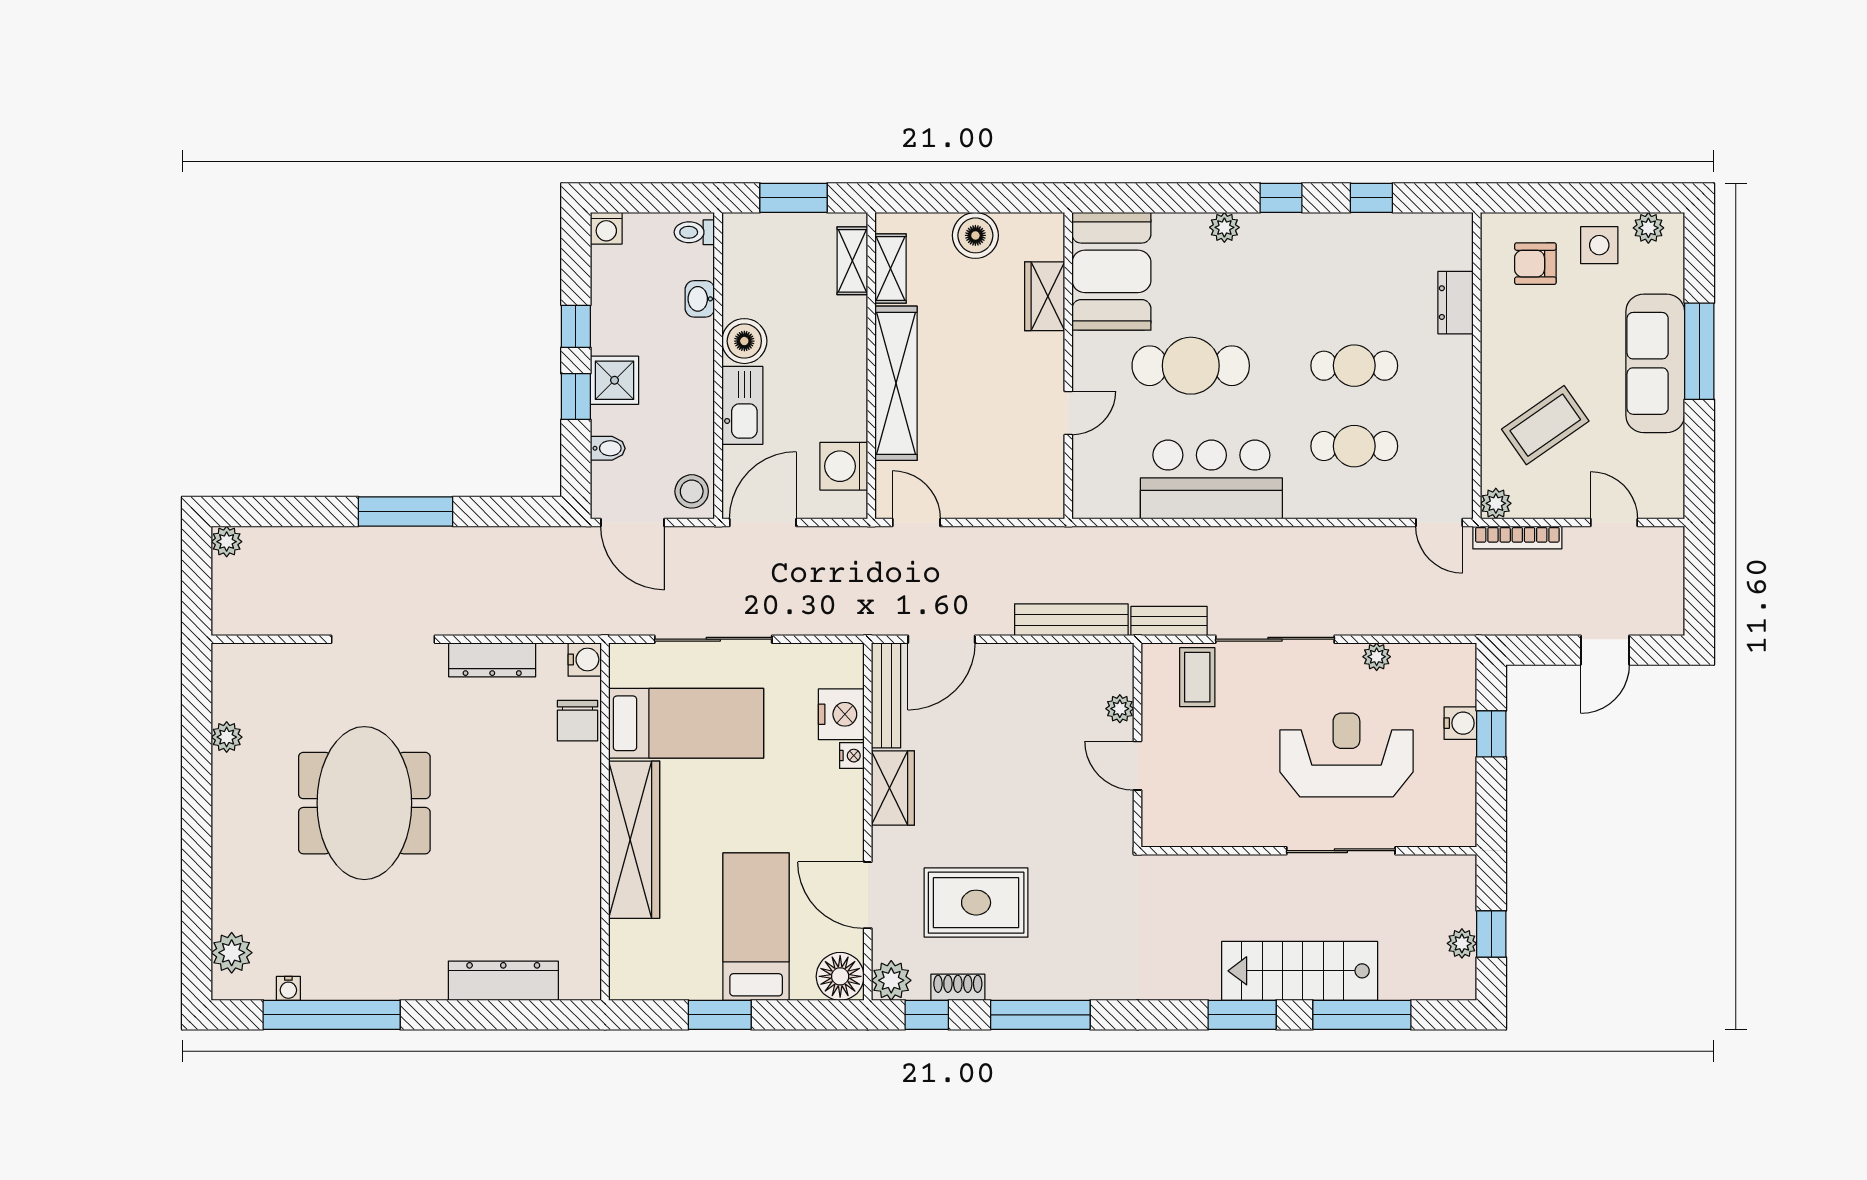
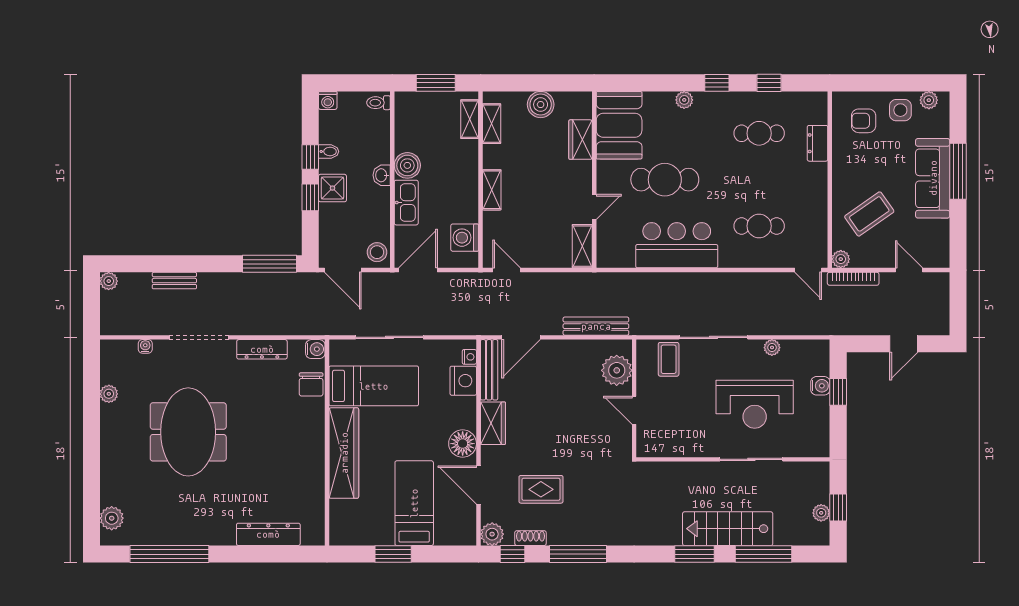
washbasin: (700, 299) -> (382, 175), moved
cafe table: (1354, 366) -> (759, 133), moved
shelving: (896, 383) -> (492, 190), width x0.45, depth x0.75
bidet: (608, 448) -> (329, 151), moved
shelving: (1048, 481) -> (582, 246), added
window: (406, 512) -> (270, 264), moved
bench: (1169, 621) -> (174, 281), moved
plant: (1120, 709) -> (617, 370), width x1.88, depth x1.88
reception desk: (1346, 755) -> (755, 404), turned 180
nightstand: (852, 756) -> (469, 357), moved
rug: (976, 903) -> (541, 489), width x0.73, depth x0.70
floor lamp: (840, 976) -> (463, 444), moved
water cooler: (288, 988) -> (145, 346), moved, turned 180

